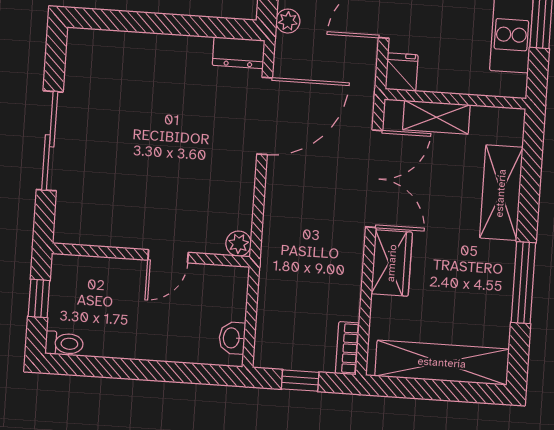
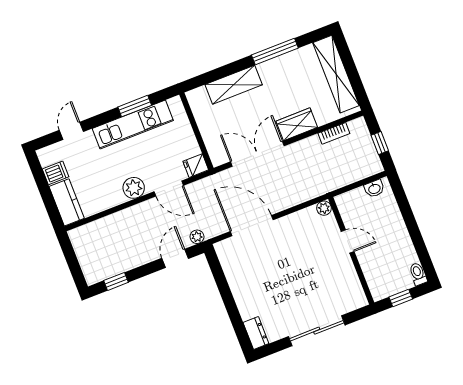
dresser: (239, 53) -> (256, 333), moved
shelving: (436, 117) -> (211, 137), removed
bookcase: (347, 348) -> (334, 133), moved

